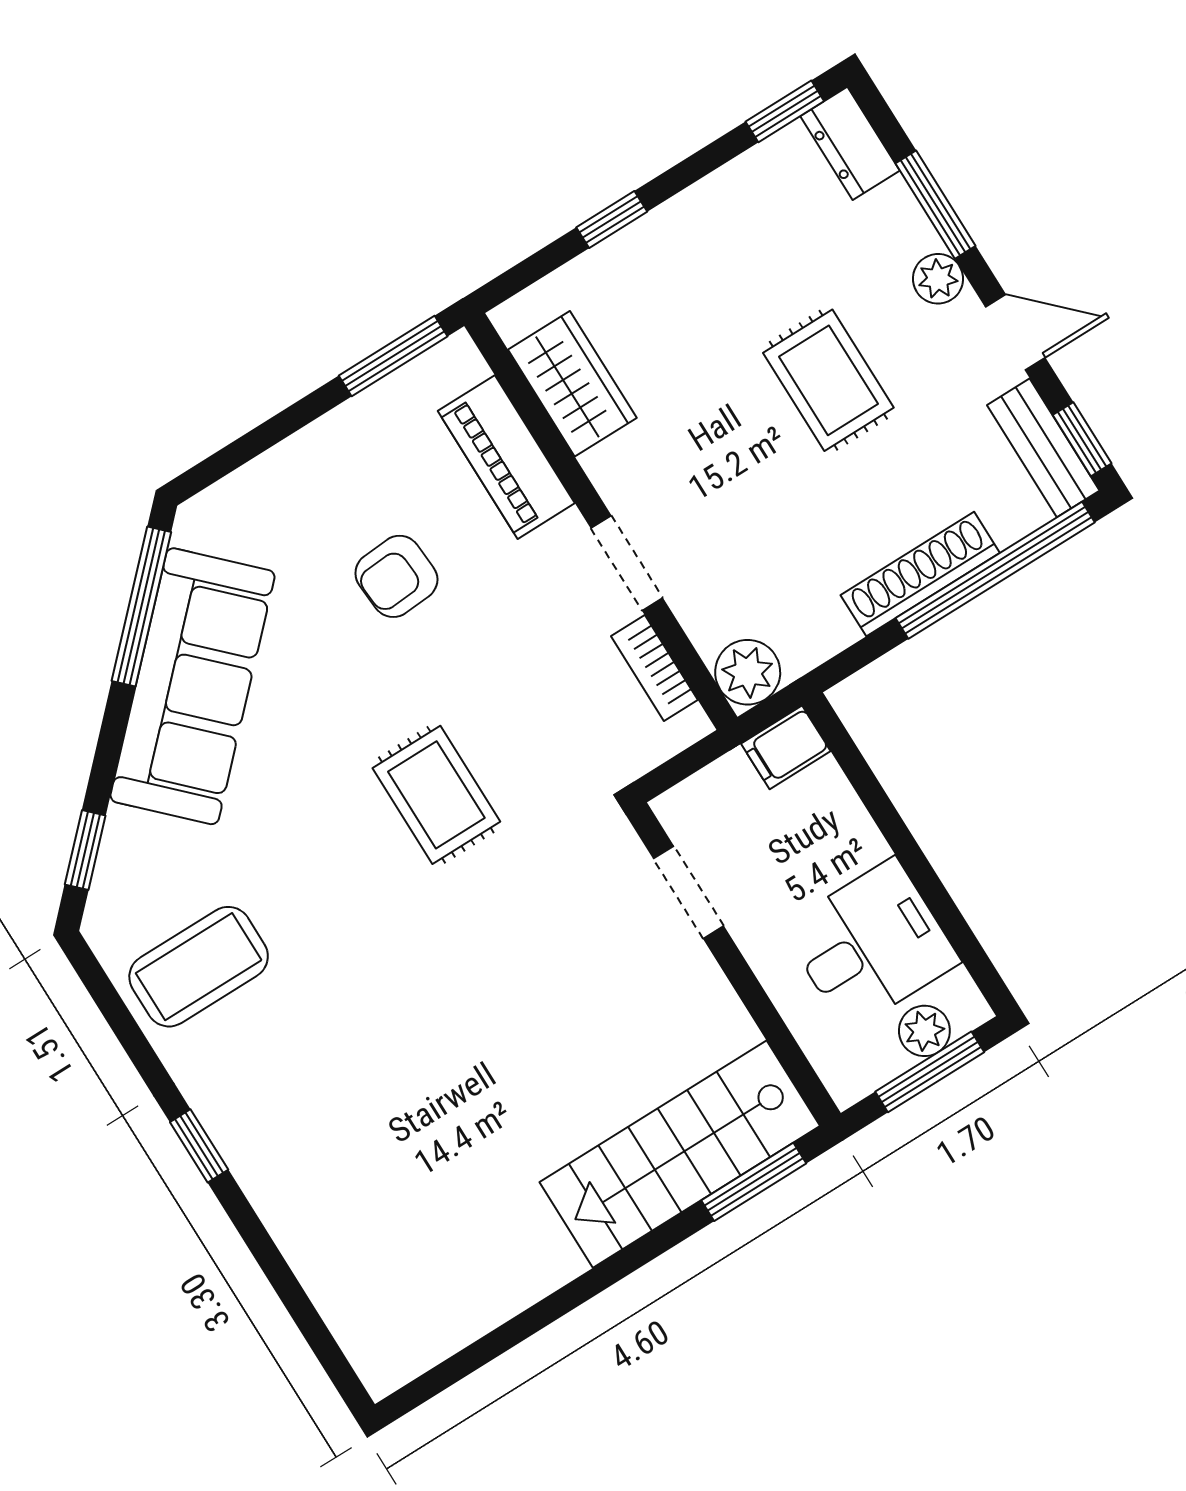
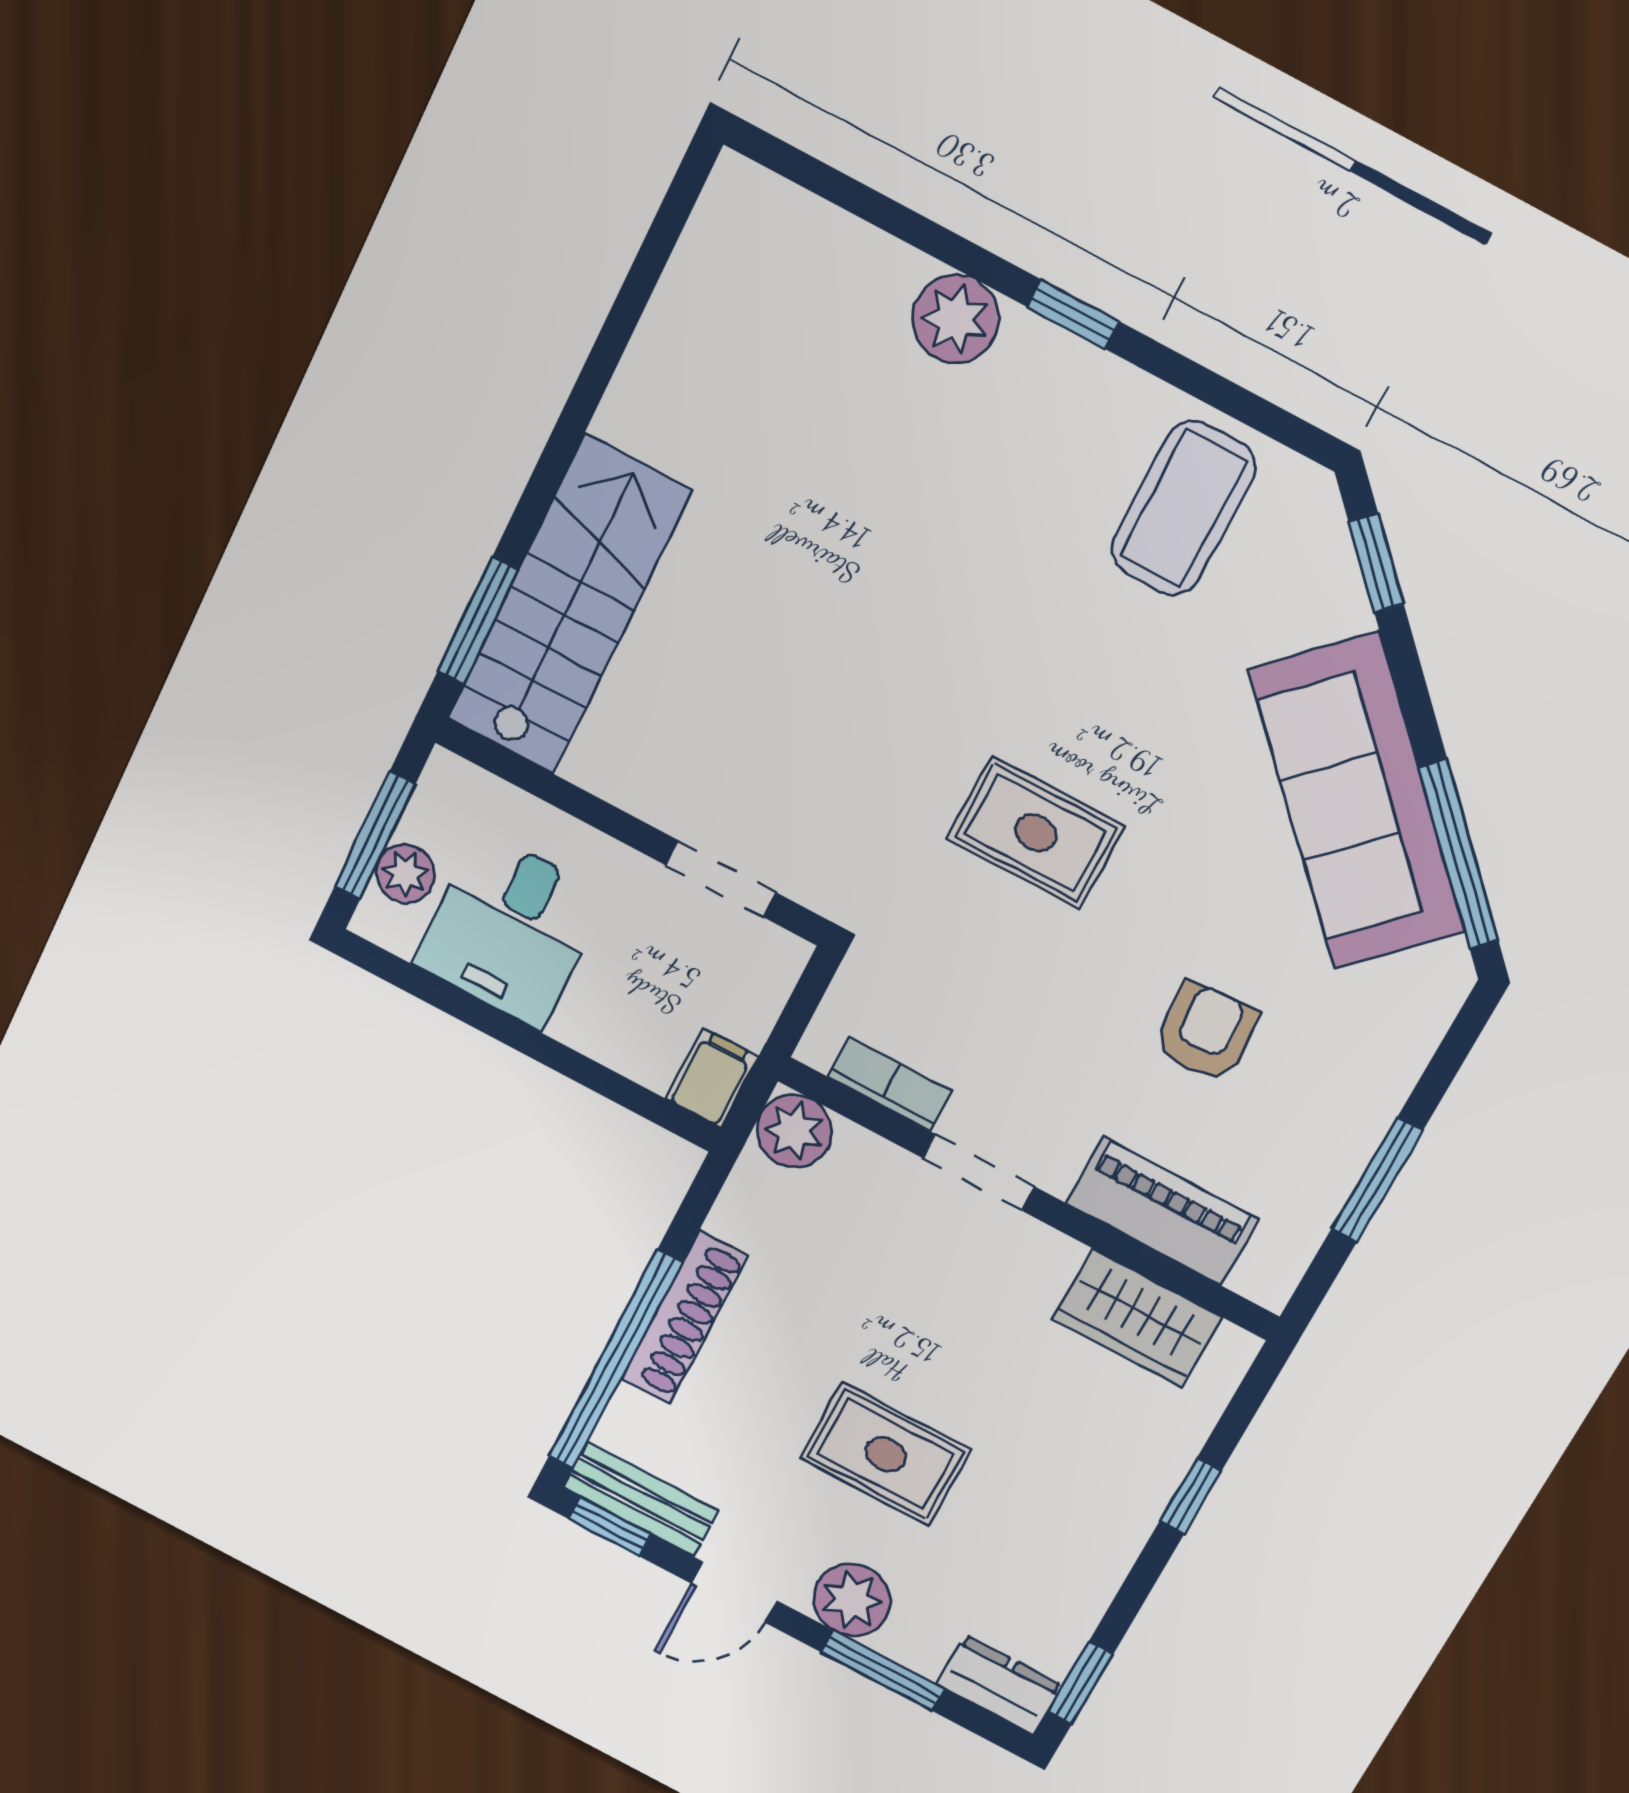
plant: (938, 279) -> (852, 1600), width x1.38, depth x1.38
window: (393, 356) -> (1377, 1180), moved
plant: (282, 1191) -> (956, 319), added

